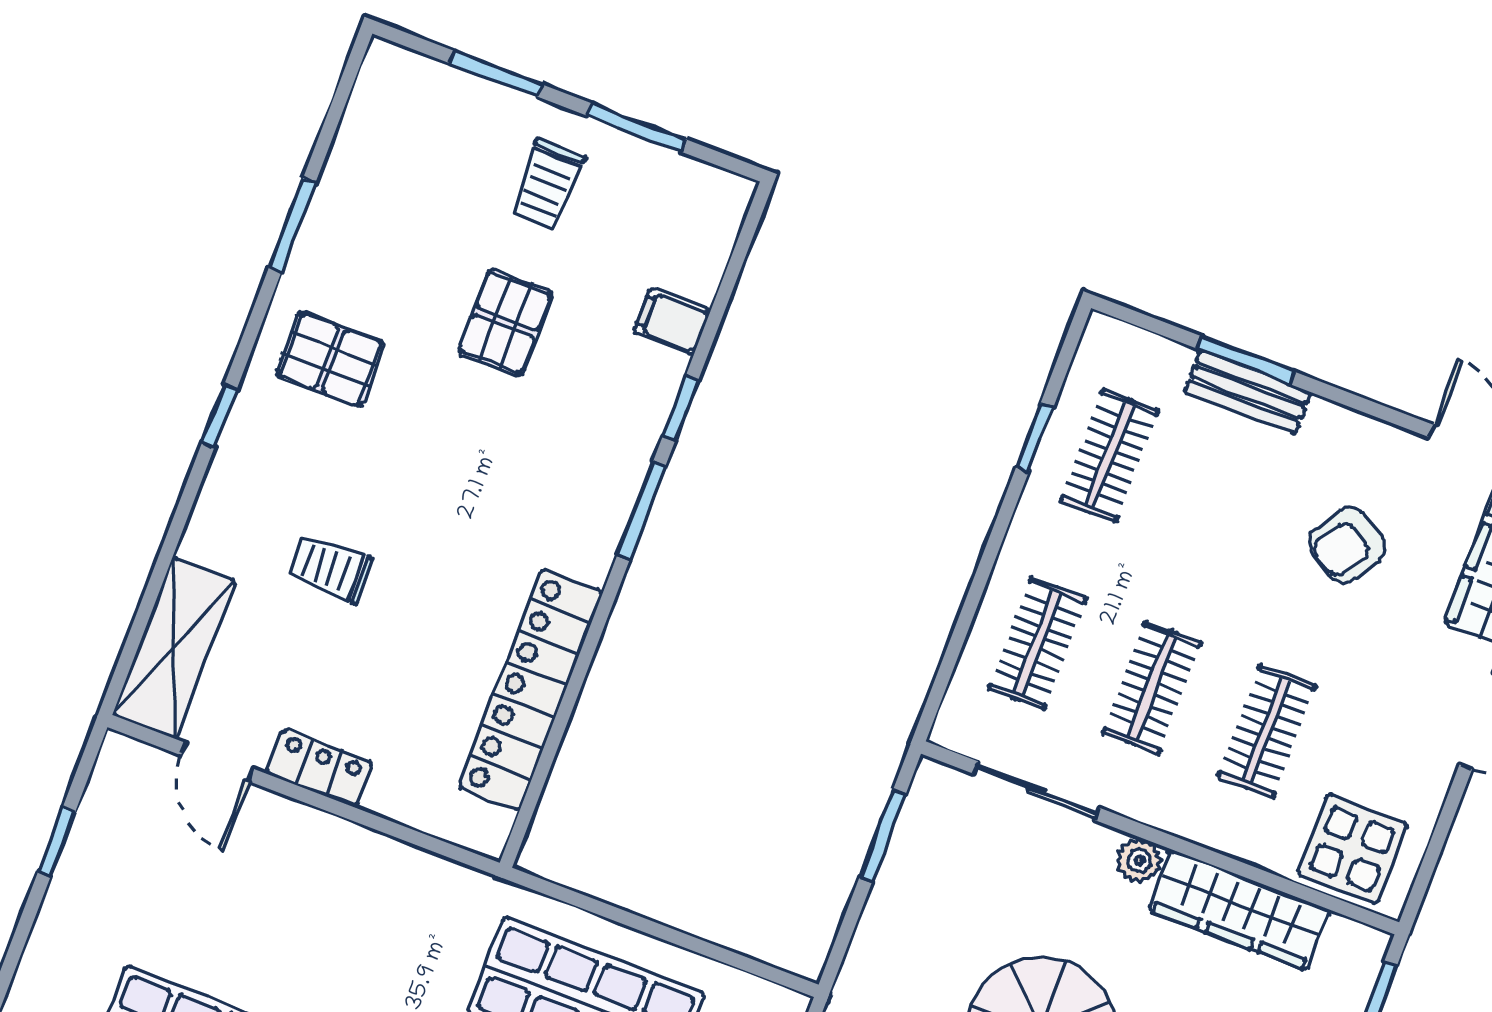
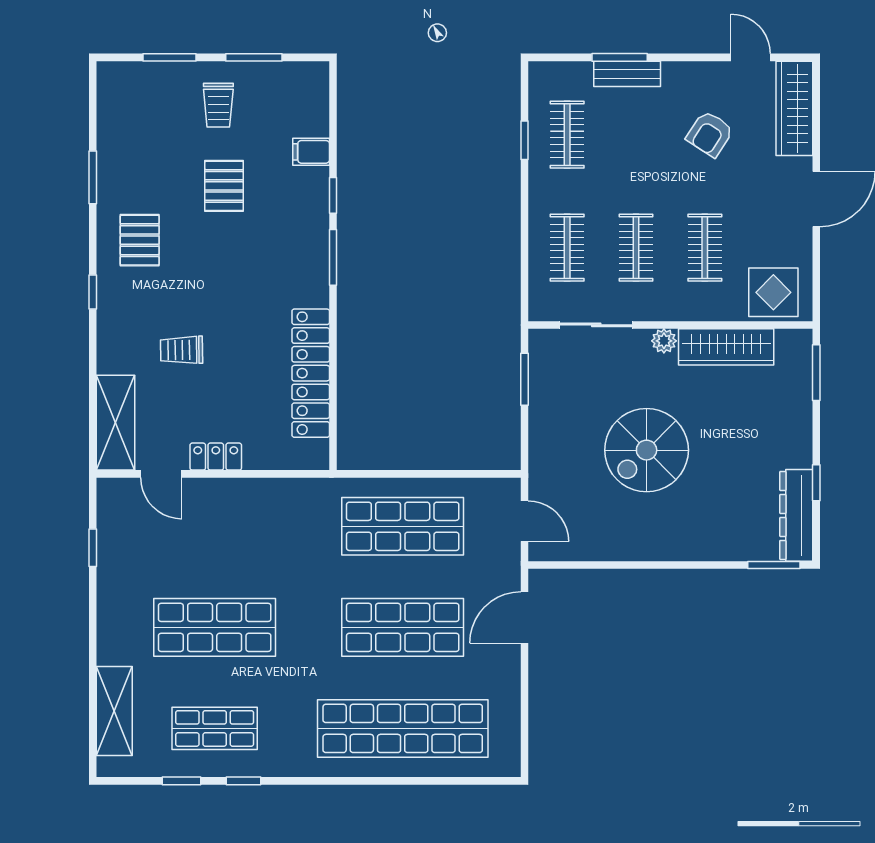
pallet: (330, 359) -> (140, 240), turned 90

